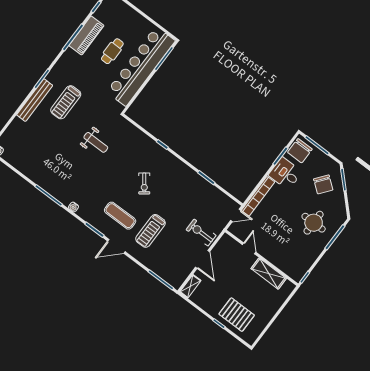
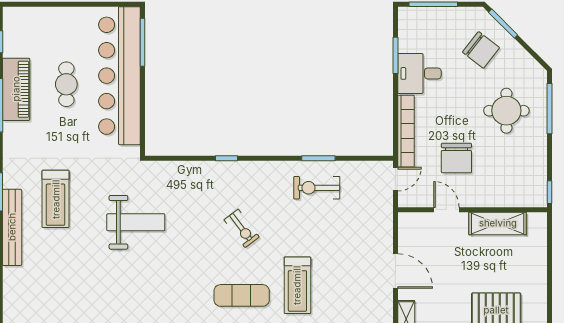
weight bench: (96, 142) -> (136, 222), width x1.36, depth x1.33
chair: (300, 151) -> (456, 158), moved
exercise bike: (201, 232) -> (317, 188), moved

